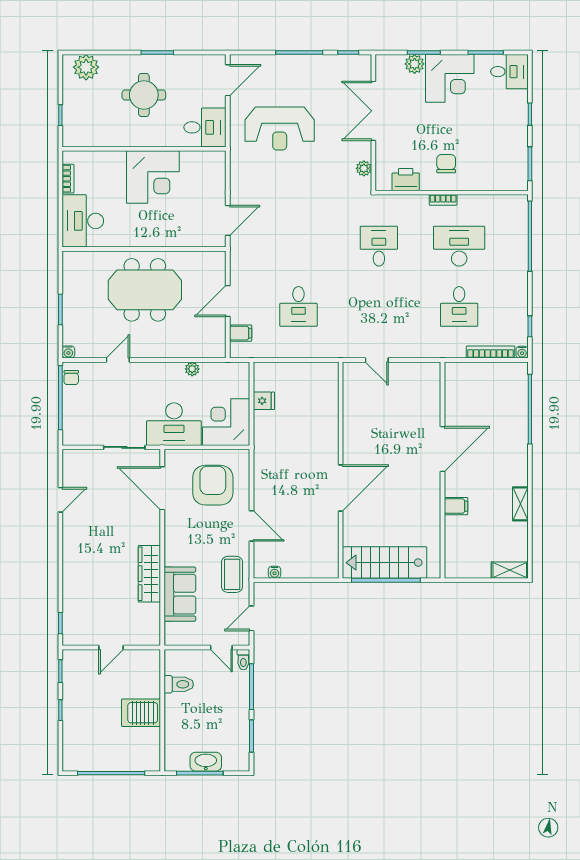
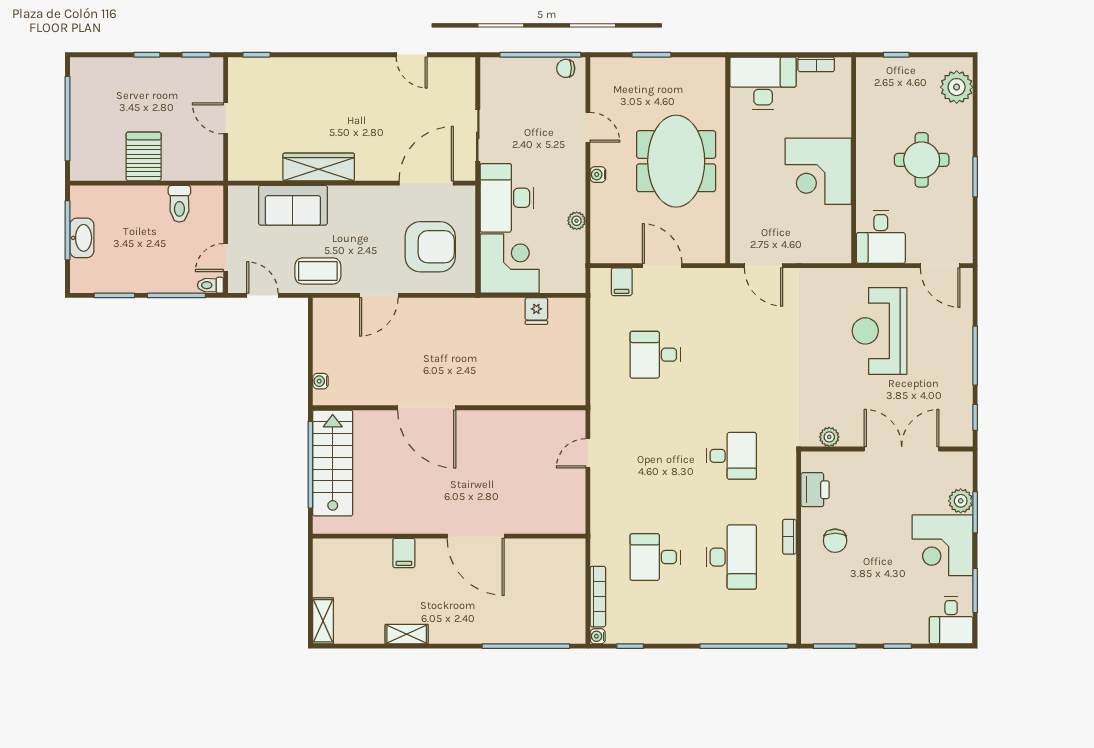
chair: (446, 164) -> (835, 541), turned 90
water cooler: (68, 352) -> (598, 175), moved
water cooler: (274, 572) -> (320, 381), moved

